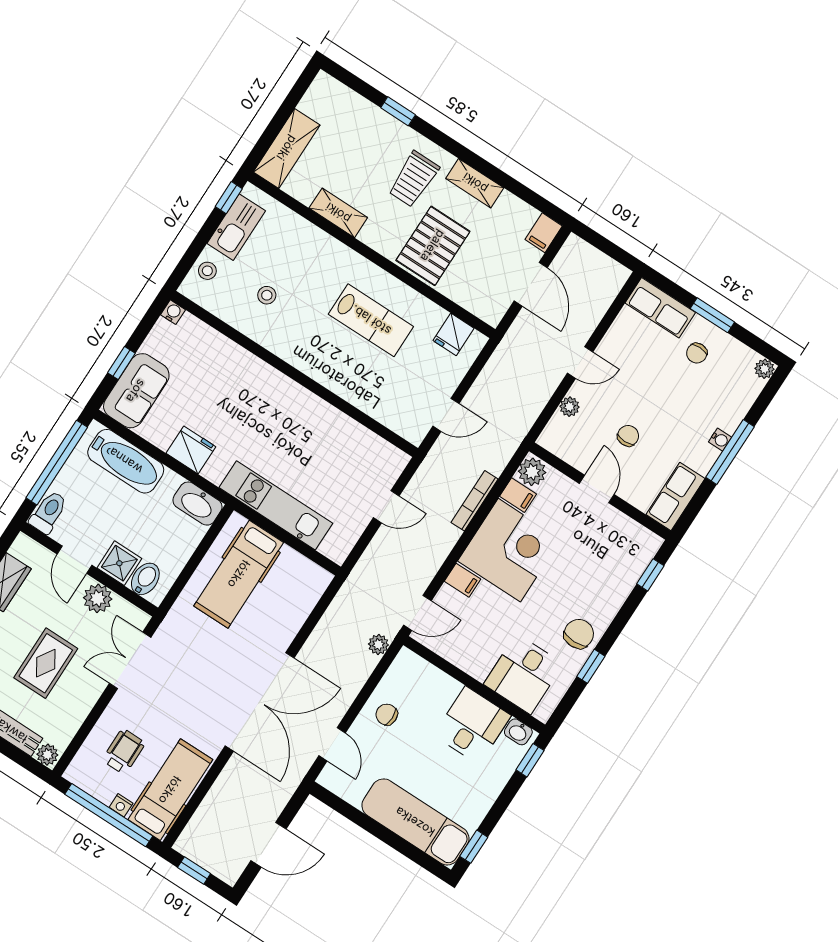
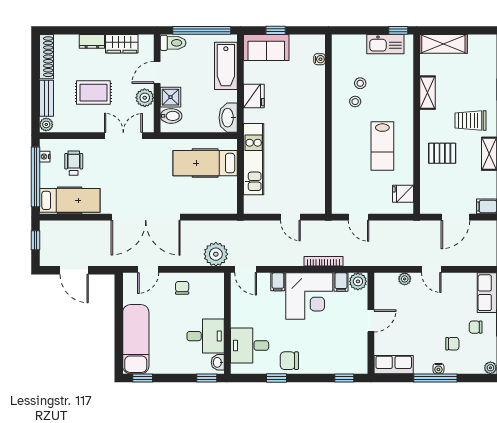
pallet: (433, 246) -> (442, 153), width x0.67, depth x0.71
stool: (207, 271) -> (355, 102), moved
water cooler: (173, 312) -> (320, 59), moved
chair: (628, 436) -> (452, 344), moved
chair: (579, 634) -> (289, 361), turned 180
plant: (378, 645) -> (216, 254), width x1.88, depth x1.88
wheelchair: (124, 752) -> (74, 163), turned -90
nightstand: (121, 805) -> (45, 157), moved

